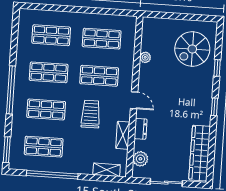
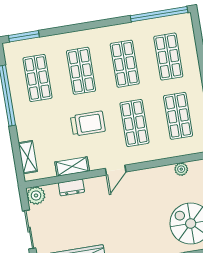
plant: (145, 57) -> (181, 169), moved
window: (11, 90) -> (159, 14), moved
dresser: (141, 129) -> (71, 187), moved
plant: (140, 159) -> (36, 195), moved

